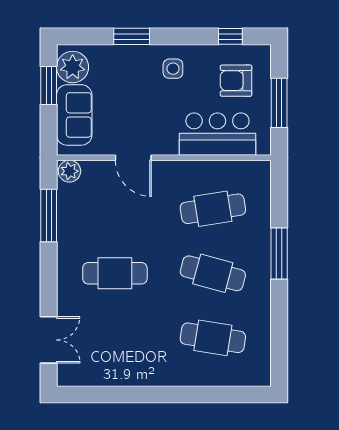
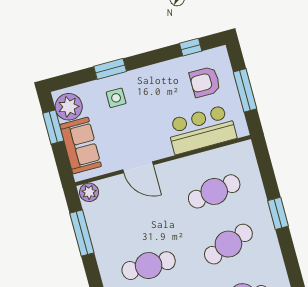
side table: (173, 69) -> (116, 98), moved
window: (279, 254) -> (278, 213), width x0.69
cafe table: (213, 273) -> (228, 244), turned -36

